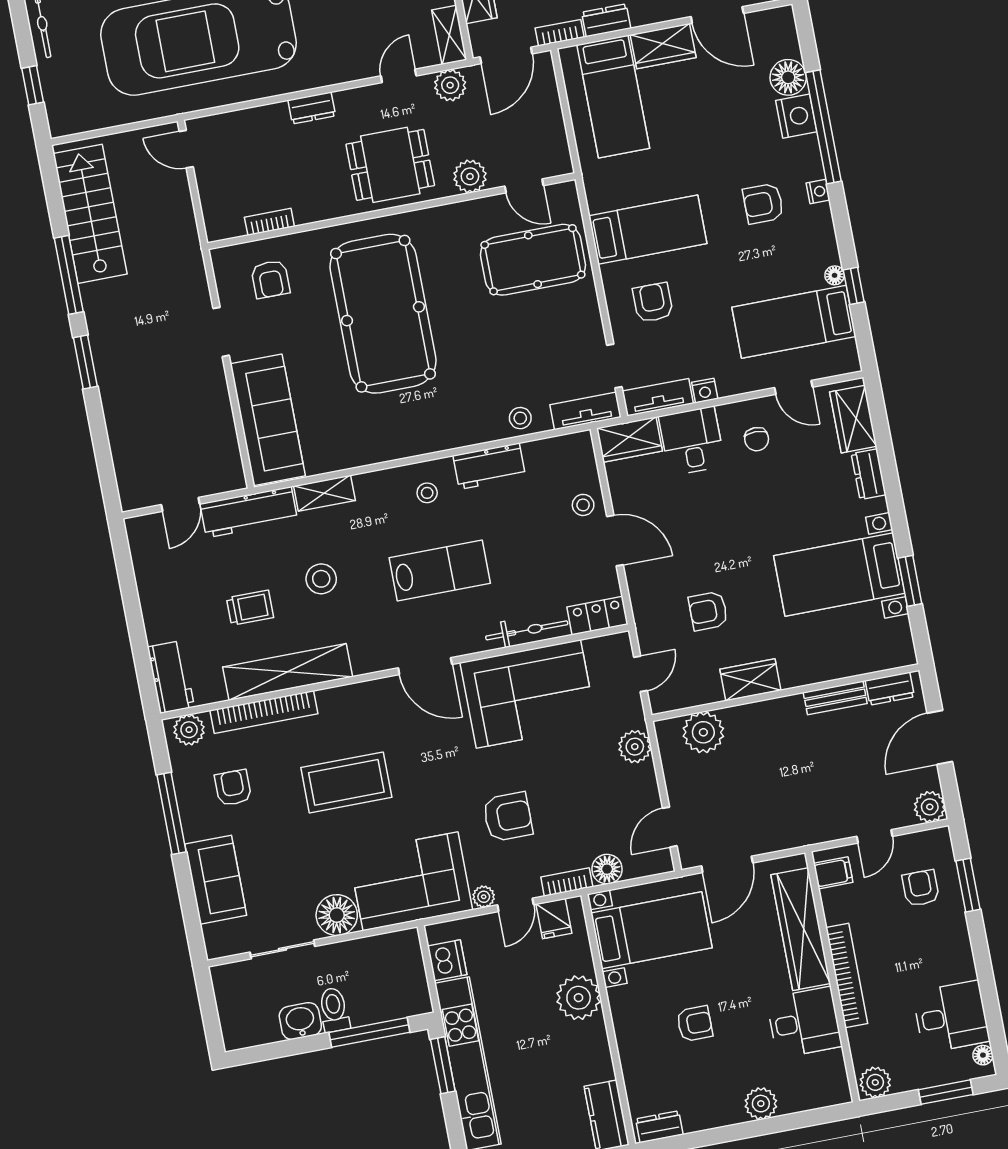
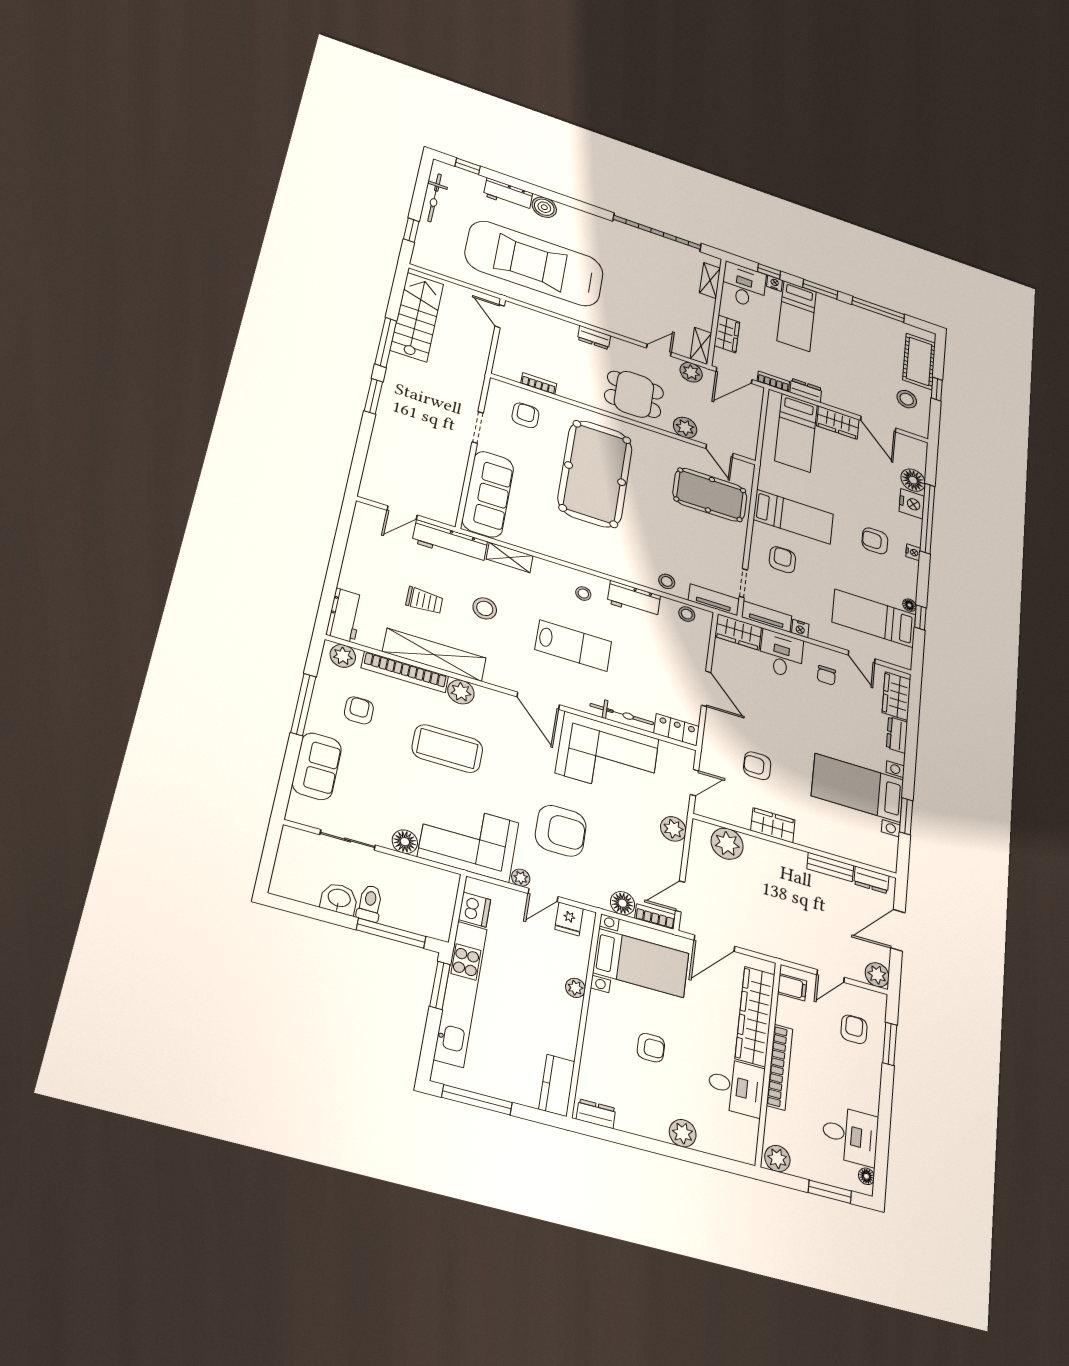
armchair: (270, 279) -> (525, 415), turned 180
stool: (583, 505) -> (687, 614), moved
plant: (335, 703) -> (461, 692), added
armchair: (508, 817) -> (561, 831), width x1.36, depth x1.36
bookcase: (567, 882) -> (655, 916), moved
floor lamp: (337, 915) -> (405, 842), width x0.73, depth x0.73
plant: (579, 998) -> (575, 988), width x0.53, depth x0.53

